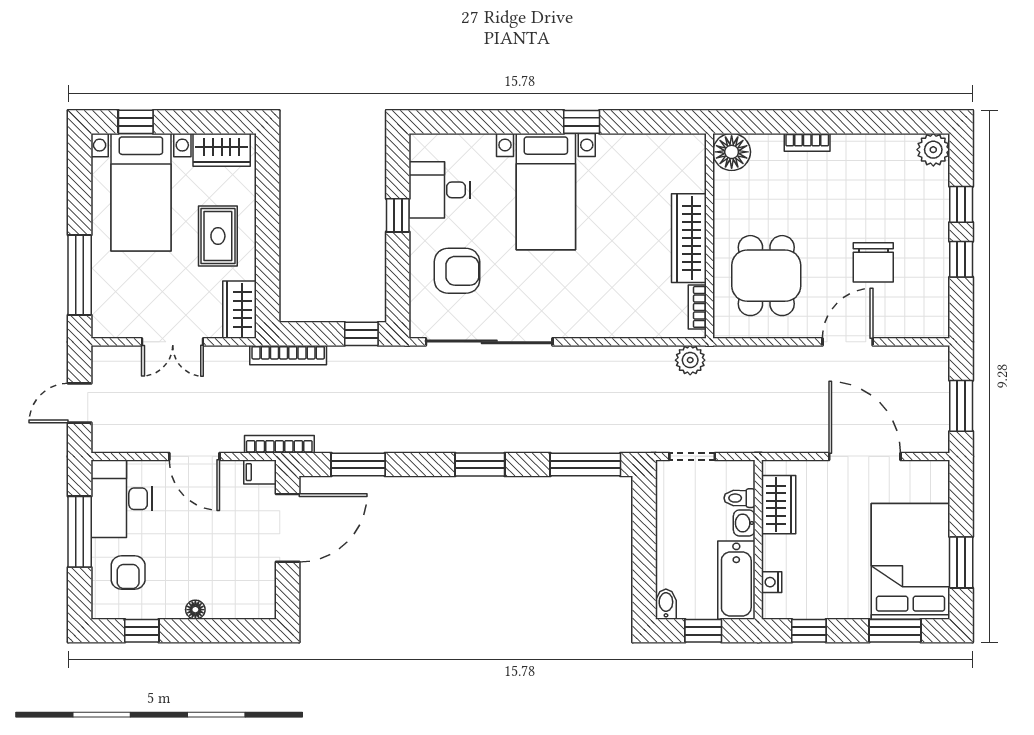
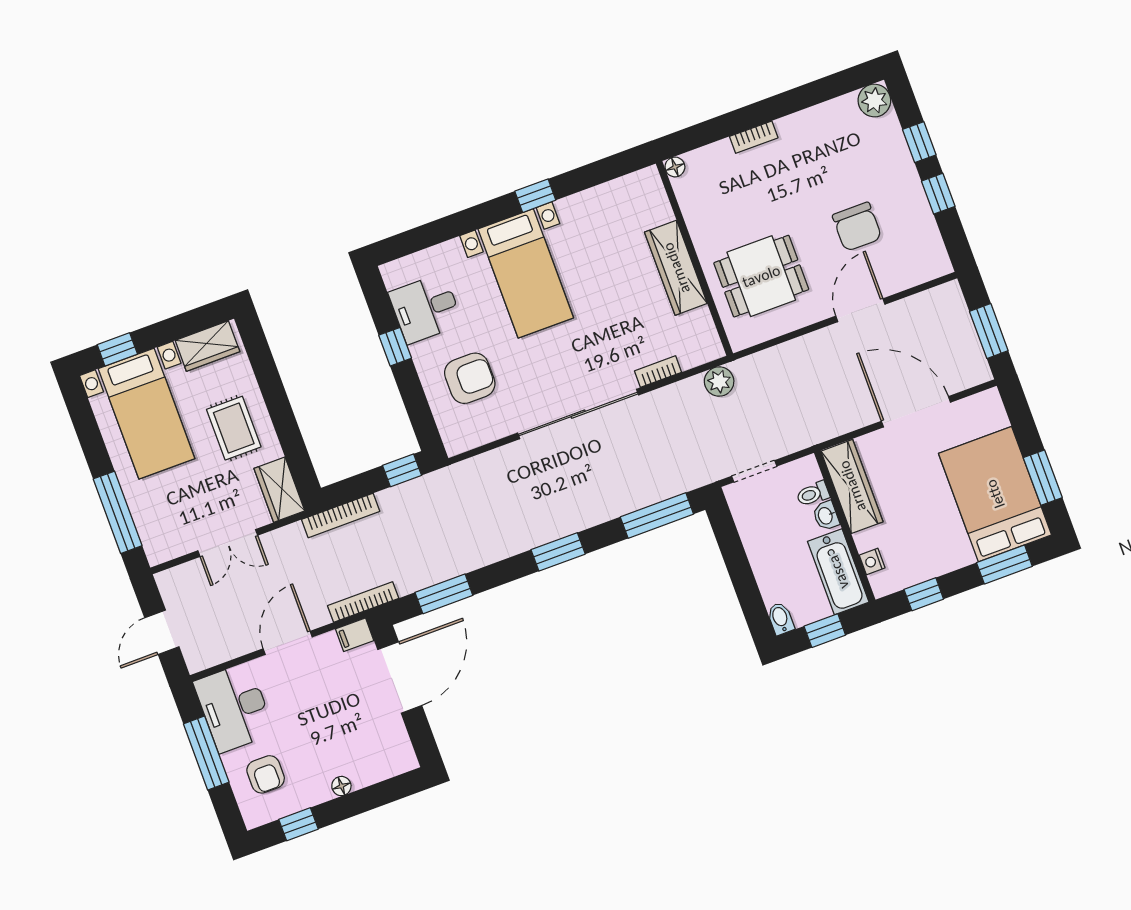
floor lamp: (732, 152) -> (675, 167), width x0.53, depth x0.53
dining table: (766, 276) -> (761, 276), turned 90
bookcase: (697, 307) -> (658, 372), moved, turned 90
sliding door: (489, 342) -> (578, 414), moved
door: (194, 457) -> (288, 643), swing flipped
wardrobe: (779, 505) -> (852, 486), width x1.50

